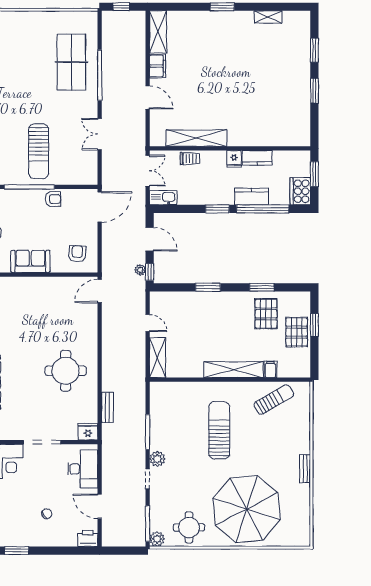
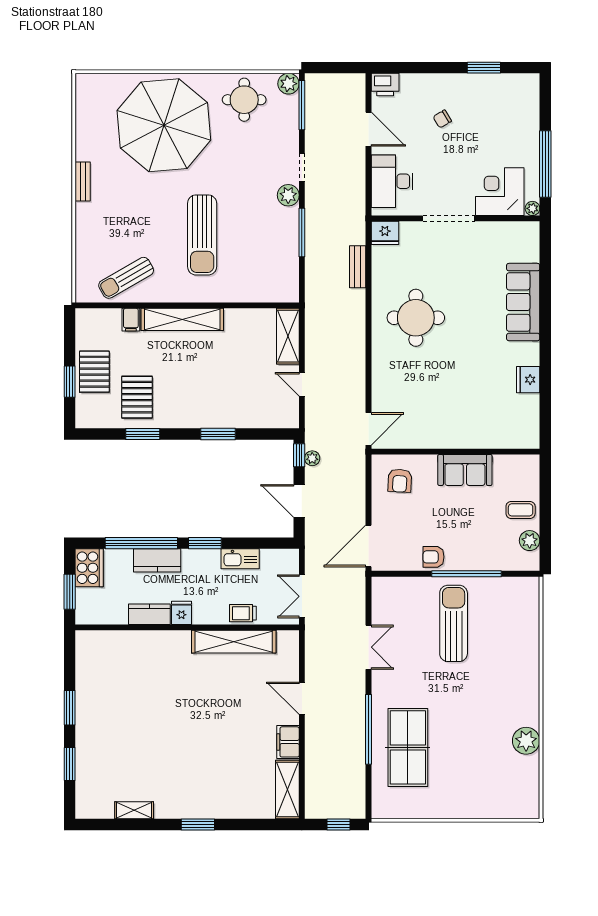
kitchen sink: (163, 198) -> (240, 559), moved

